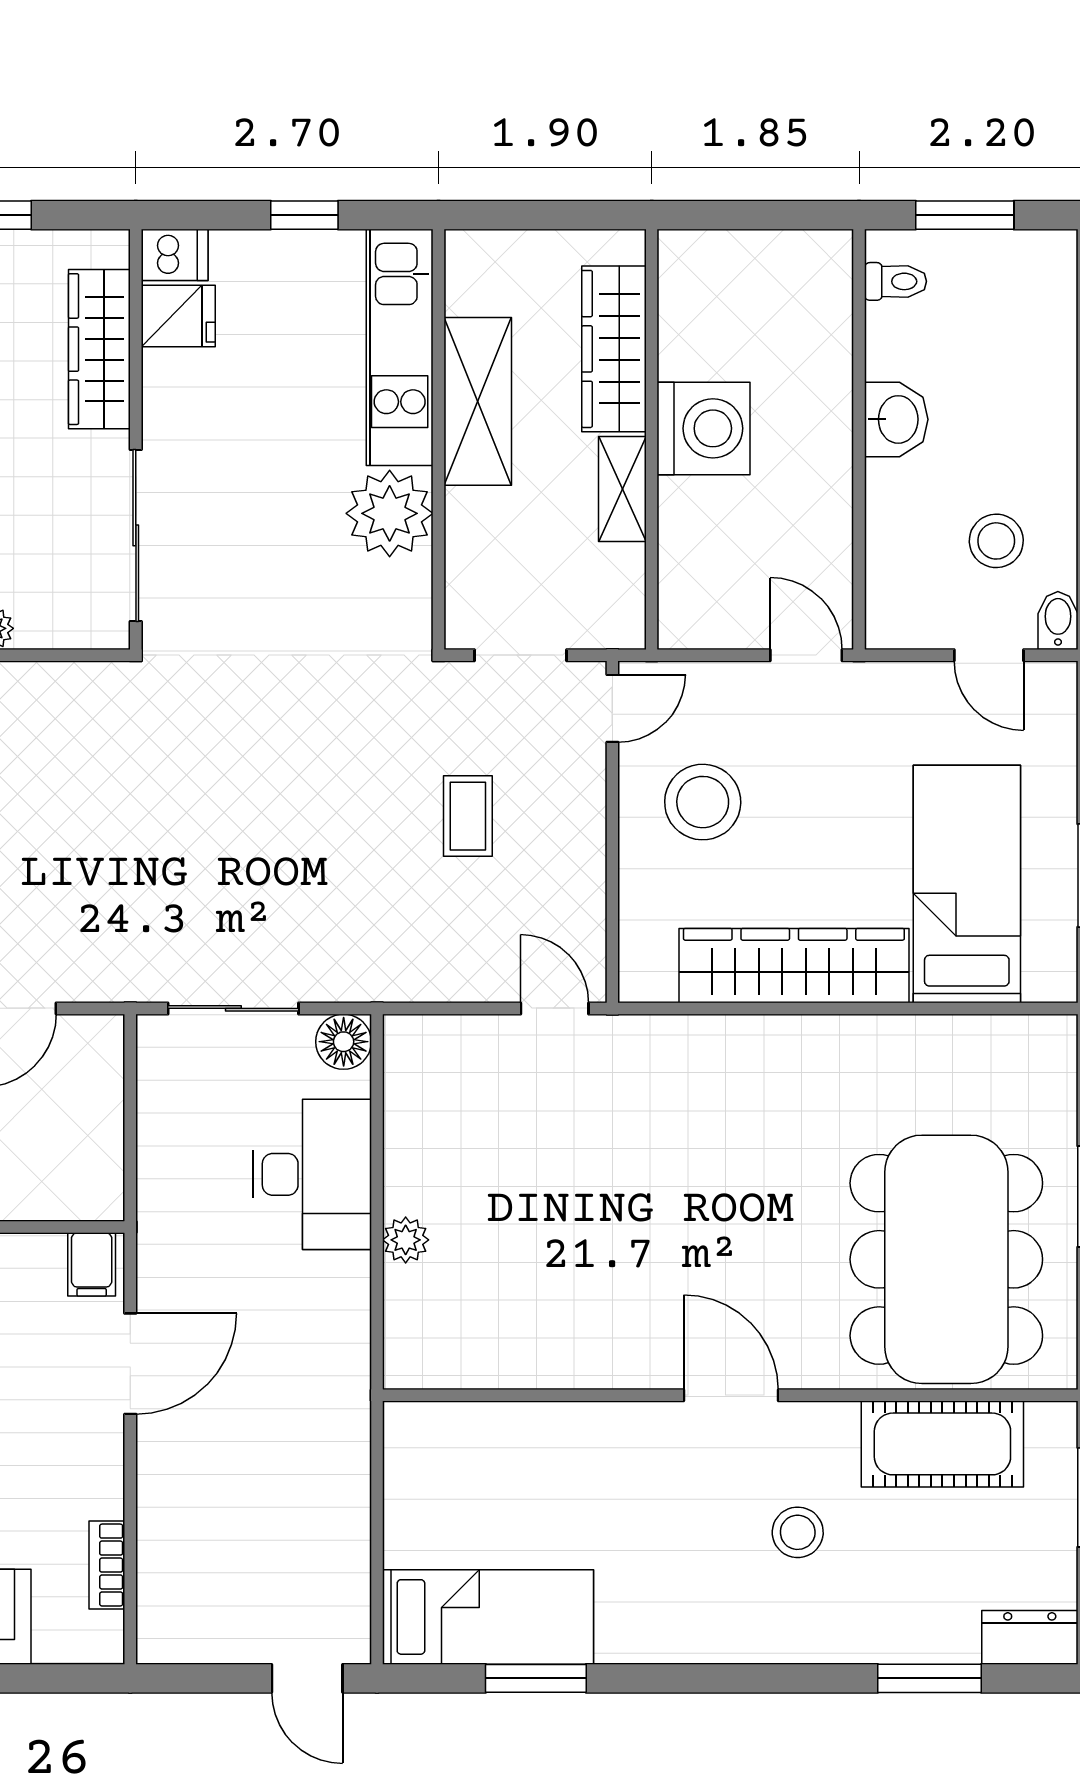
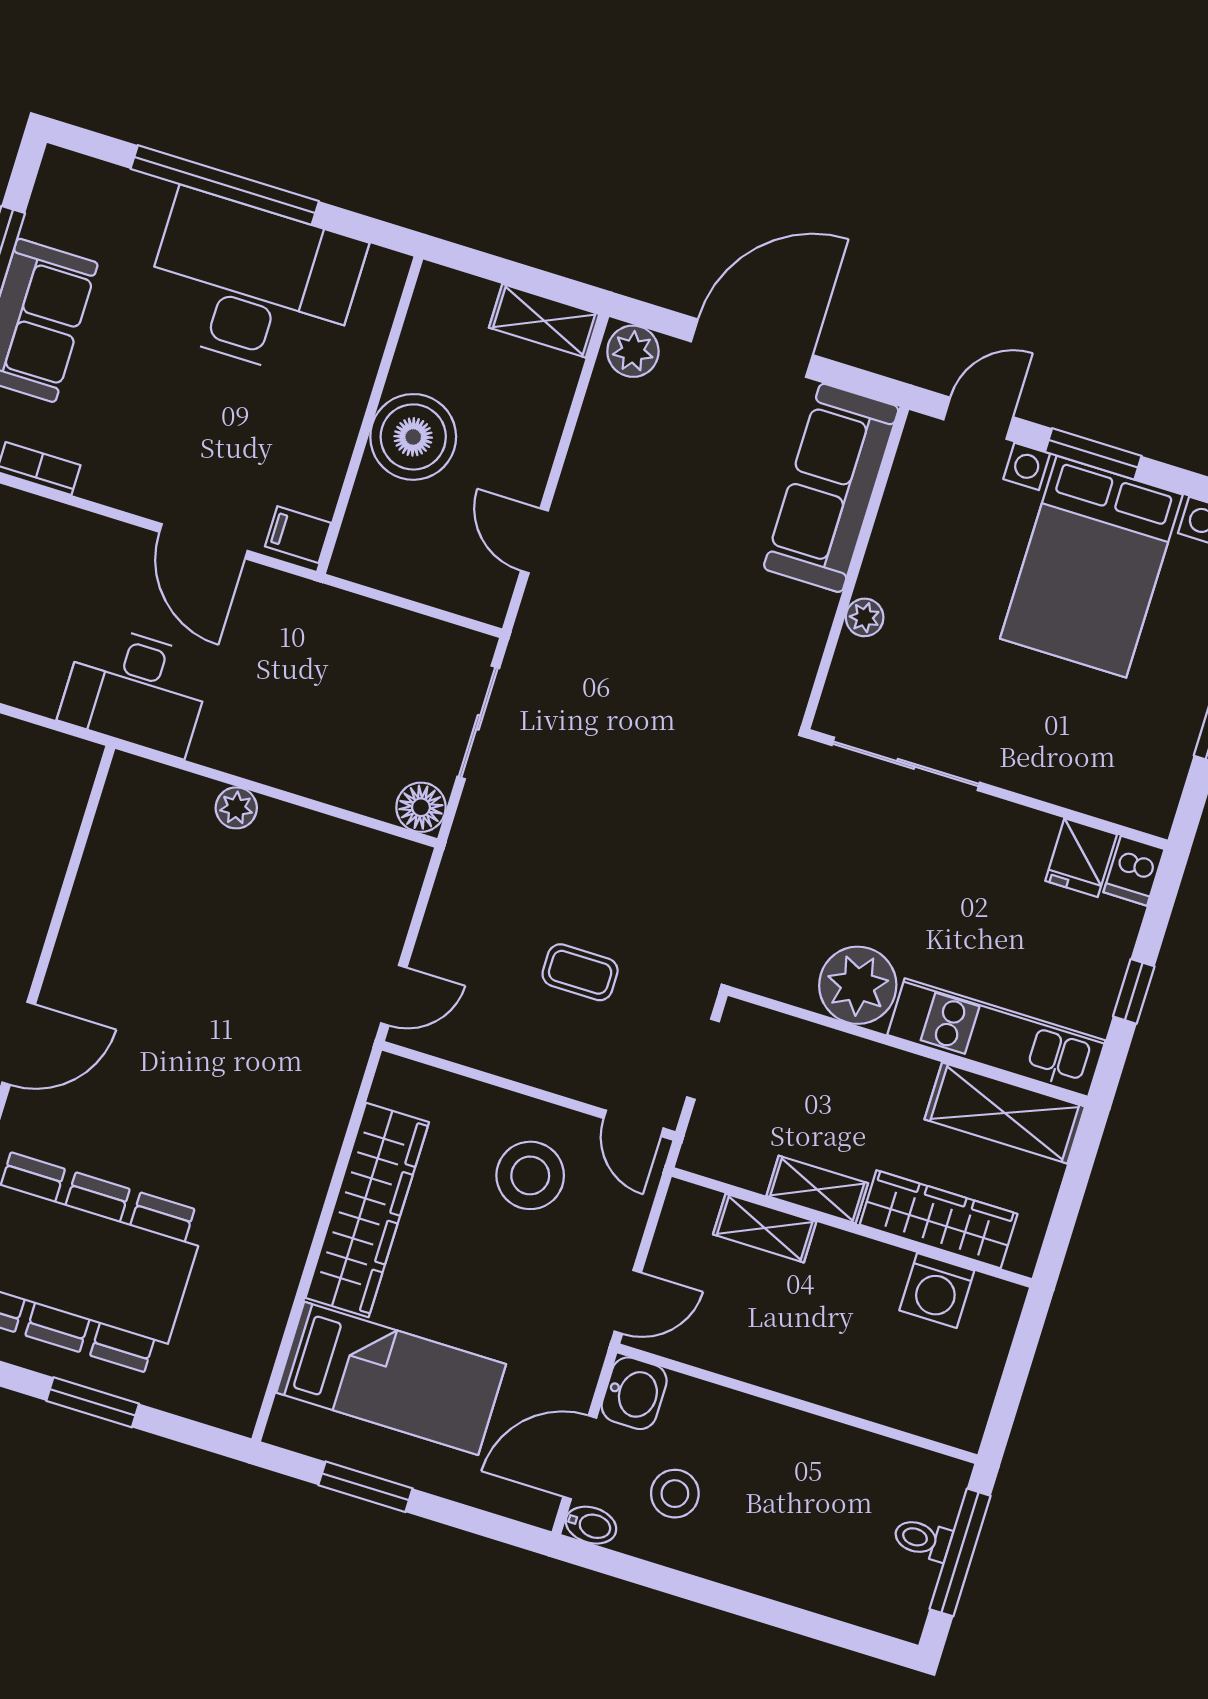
window: (965, 215) -> (960, 1552), width x1.44
toilet: (896, 281) -> (922, 1539), moved, turned 90
wardrobe: (99, 349) -> (1074, 782), removed
shelving: (478, 401) -> (1005, 1113), moved
washbasin: (896, 419) -> (634, 1393), moved, turned -90
washing machine: (704, 428) -> (937, 1290), moved, width x0.73, depth x0.73
shelving: (681, 533) -> (765, 1228), added
door: (989, 655) -> (580, 1457), width x1.38
desk: (312, 1174) -> (136, 690), moved

